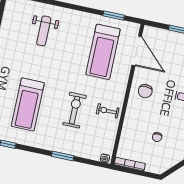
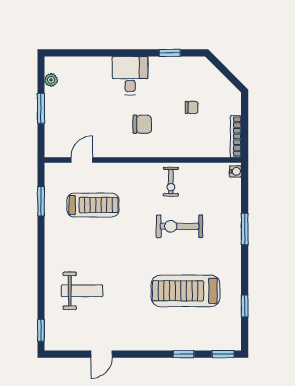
door: (137, 51) -> (82, 160), width x0.53
treadmill: (103, 52) -> (93, 205), width x0.73, depth x0.73
chair: (145, 91) -> (142, 124), moved
treadmill: (28, 105) -> (186, 291), turned 180

